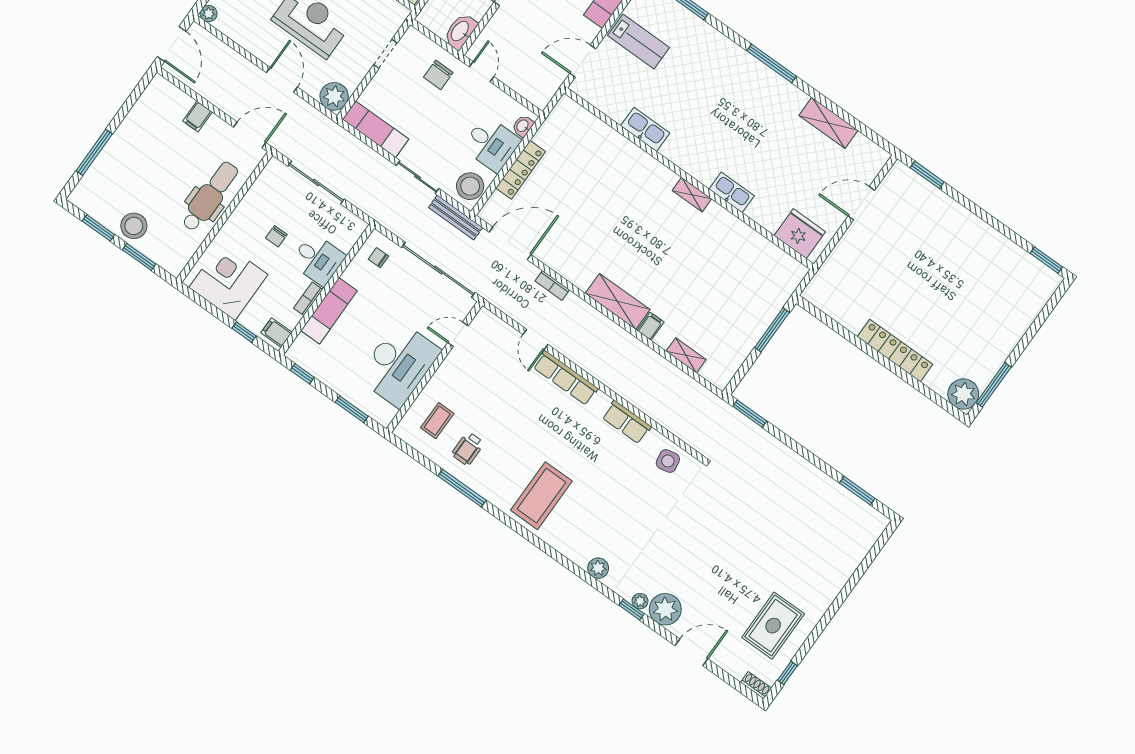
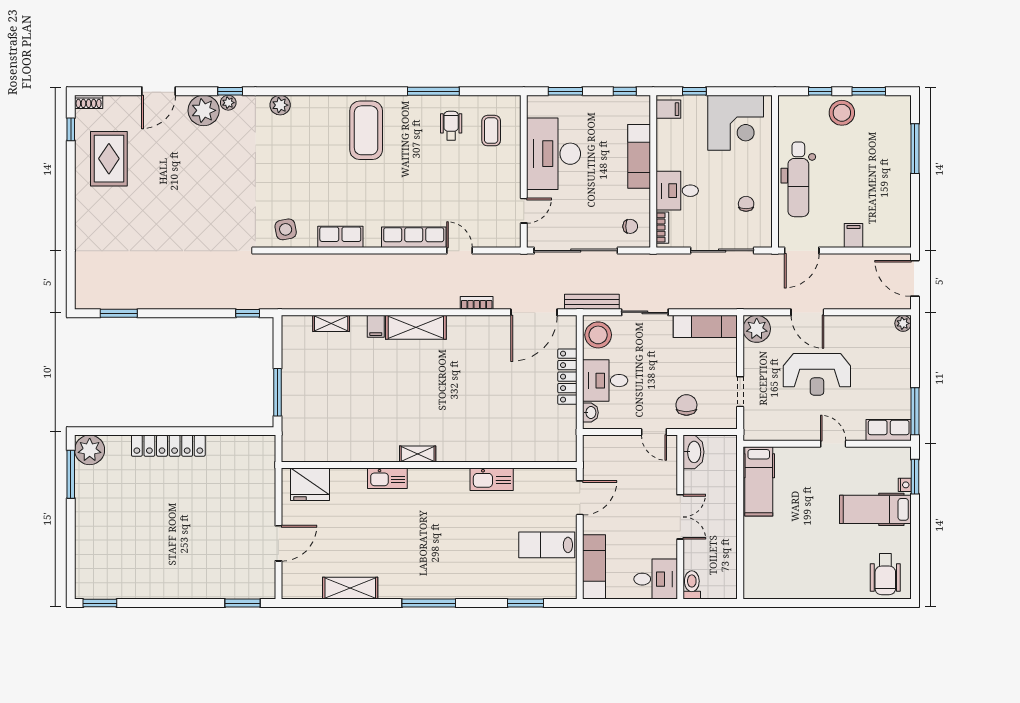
chair: (276, 236) -> (746, 204), moved
window: (139, 257) -> (820, 91), width x0.67
bookcase: (308, 299) -> (662, 228), moved
window: (750, 414) -> (248, 313), width x0.67

